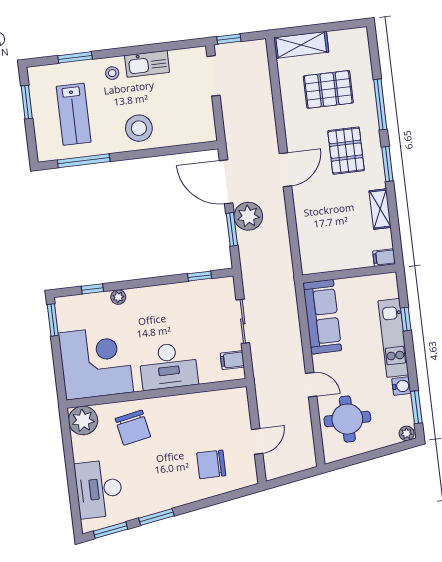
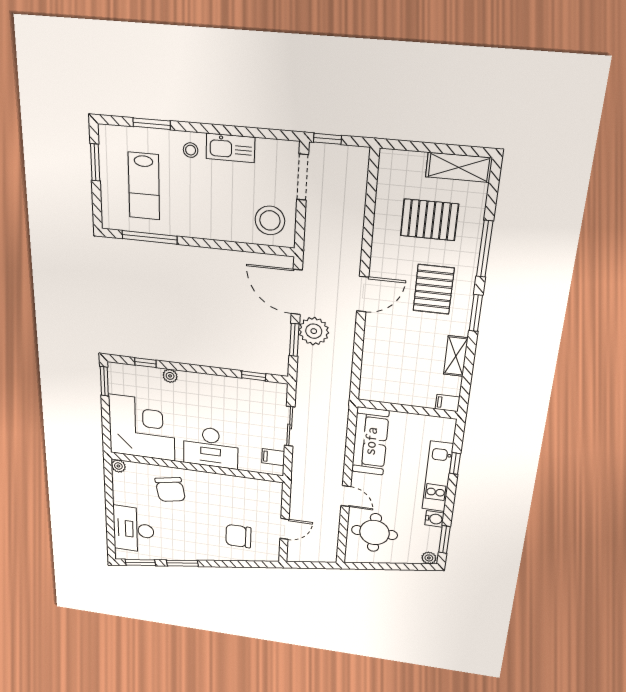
shelving: (301, 45) -> (459, 167), moved
stool: (139, 128) -> (270, 220), moved
plant: (83, 420) -> (118, 466), width x0.53, depth x0.53

